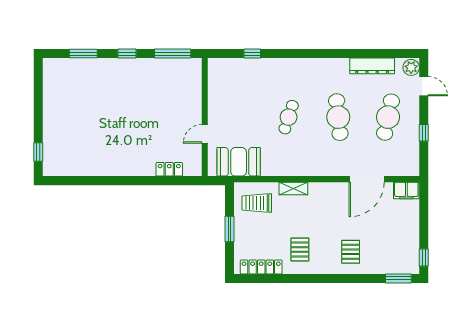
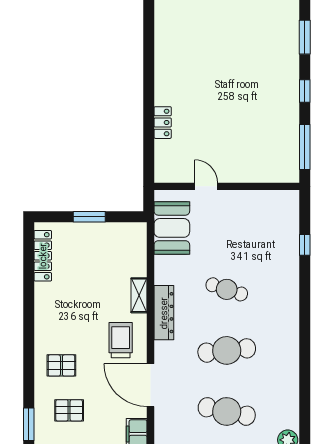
dresser: (372, 66) -> (164, 313), moved, turned 180
locker: (169, 169) -> (163, 123), moved
trolley: (257, 203) -> (121, 340), moved
pallet: (300, 250) -> (69, 410), moved

